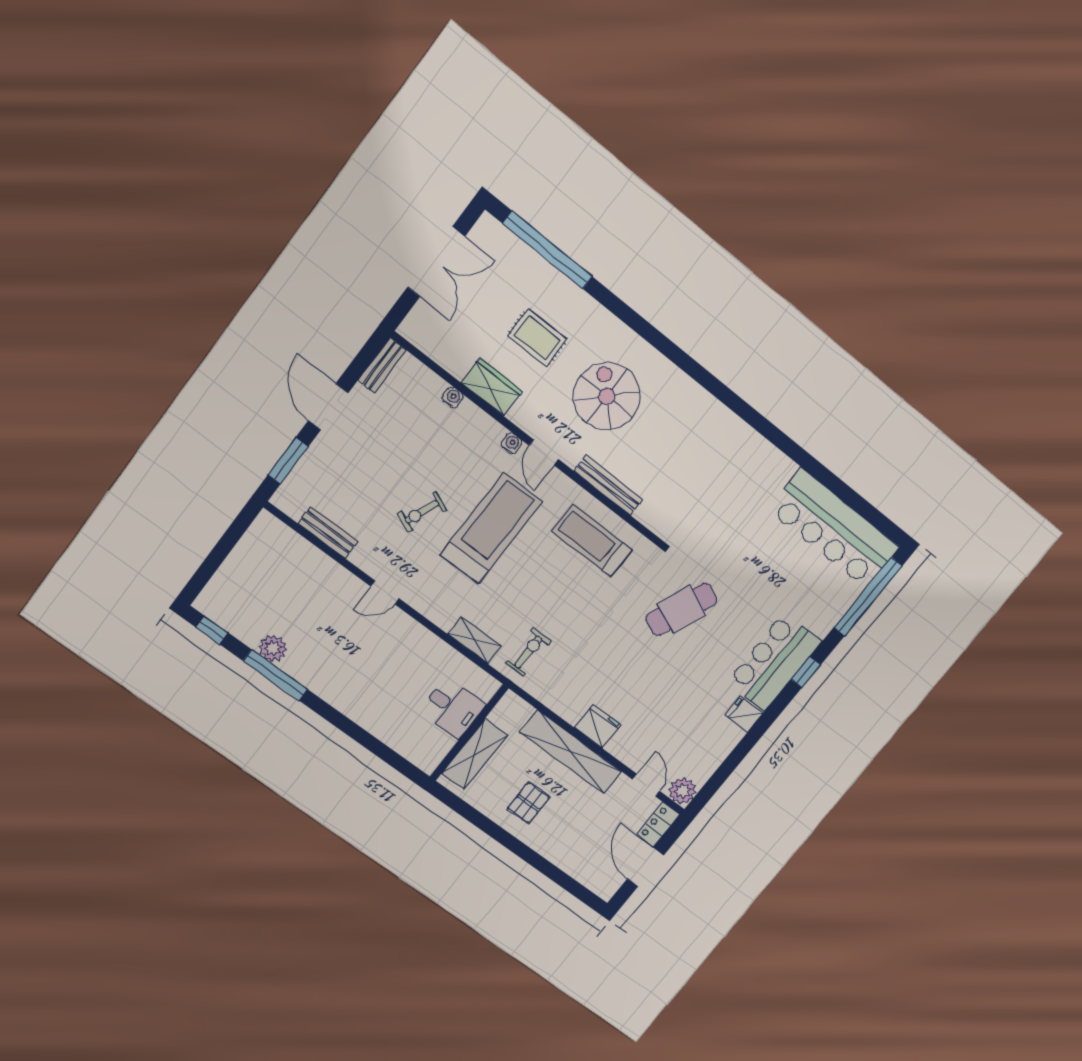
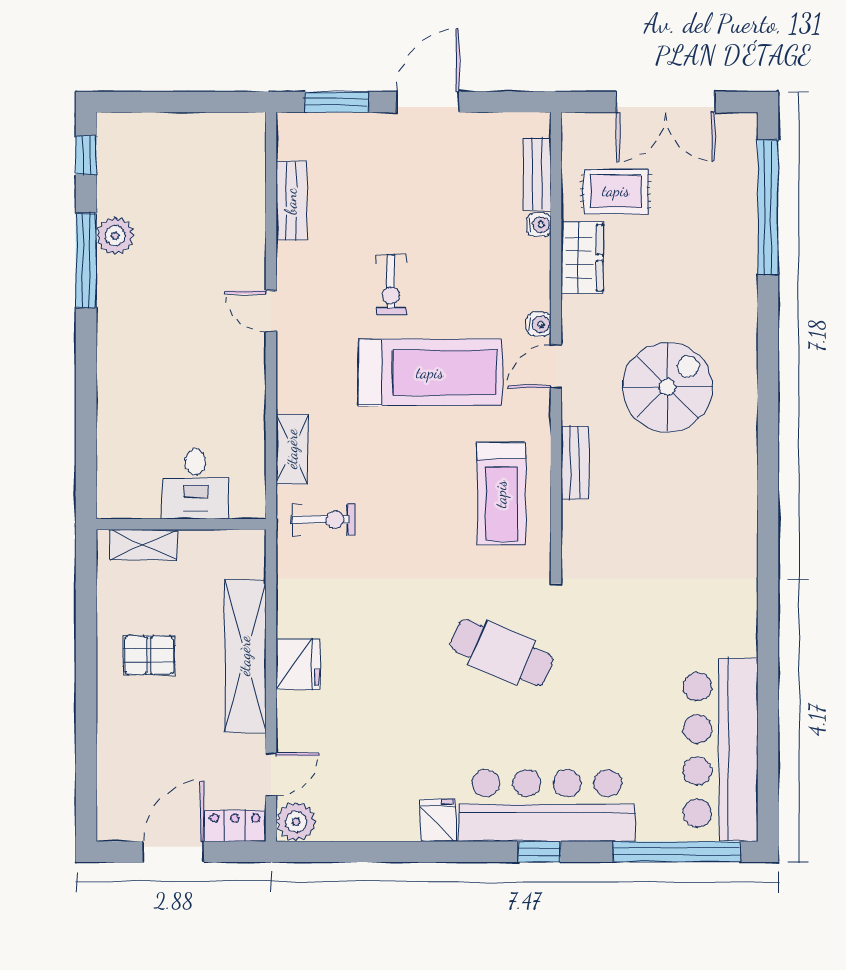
rug: (537, 338) -> (616, 191), moved, turned 90
bench: (382, 365) -> (537, 174), moved, turned 90
bench: (608, 485) -> (575, 463), width x0.73
exercise bike: (422, 512) -> (391, 285), turned -112
treadmill: (592, 541) -> (501, 494), turned 180
bar counter: (774, 662) -> (547, 806), width x1.36
shelving: (474, 754) -> (143, 545), width x0.67, depth x0.75

